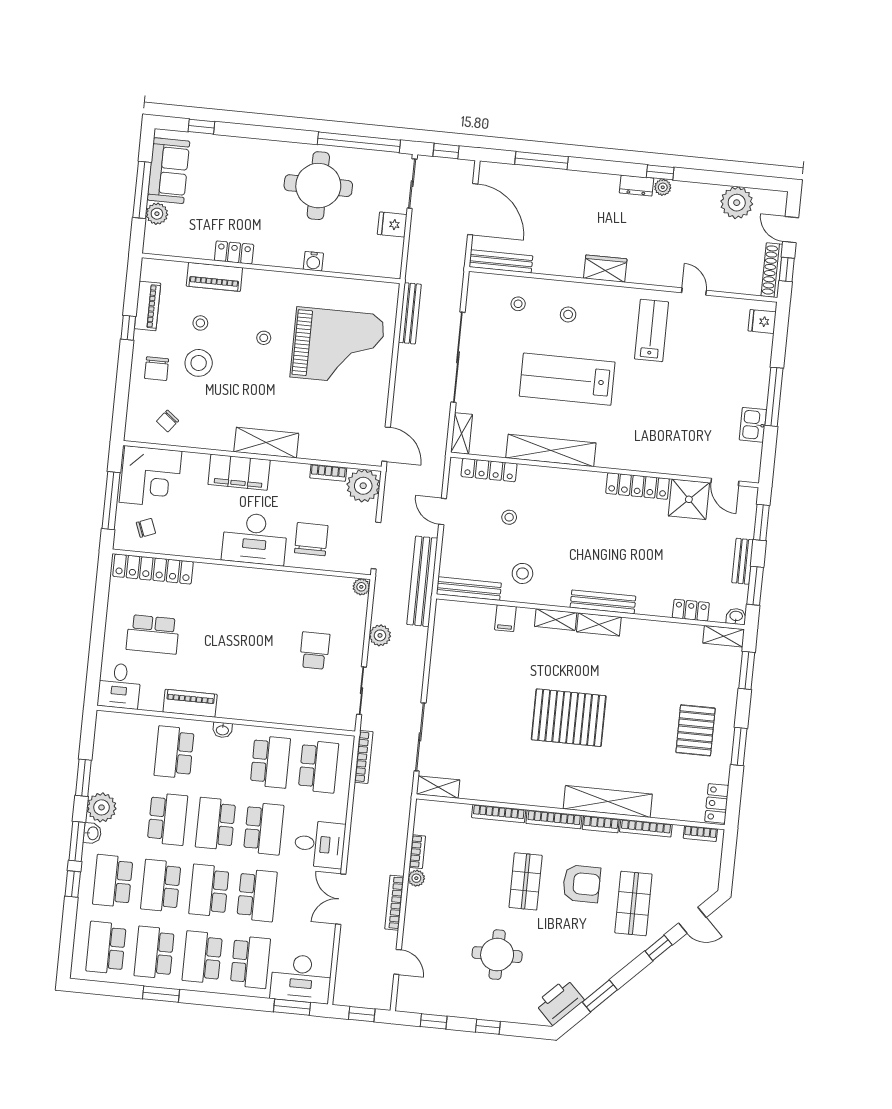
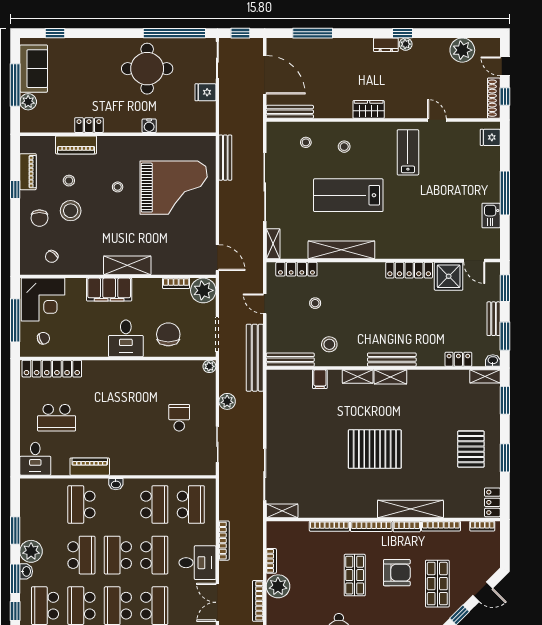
desk: (255, 539) -> (126, 338), width x0.73
bookcase: (364, 757) -> (224, 541), moved
plant: (416, 878) -> (278, 586), width x1.87, depth x1.87

